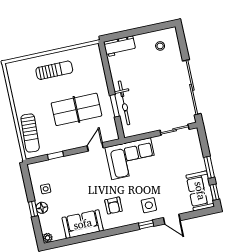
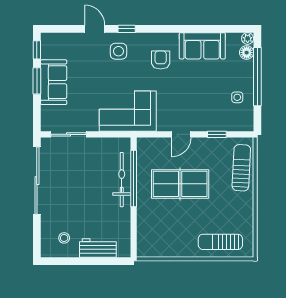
workbench: (120, 46) -> (98, 248), moved
sun lounger: (54, 70) -> (220, 242), moved
window: (115, 106) -> (134, 178), width x2.11
door: (95, 147) -> (181, 134), moved
sofa: (200, 191) -> (54, 82), moved
floor lamp: (42, 208) -> (247, 53), moved
window: (33, 209) -> (257, 77), width x3.17

